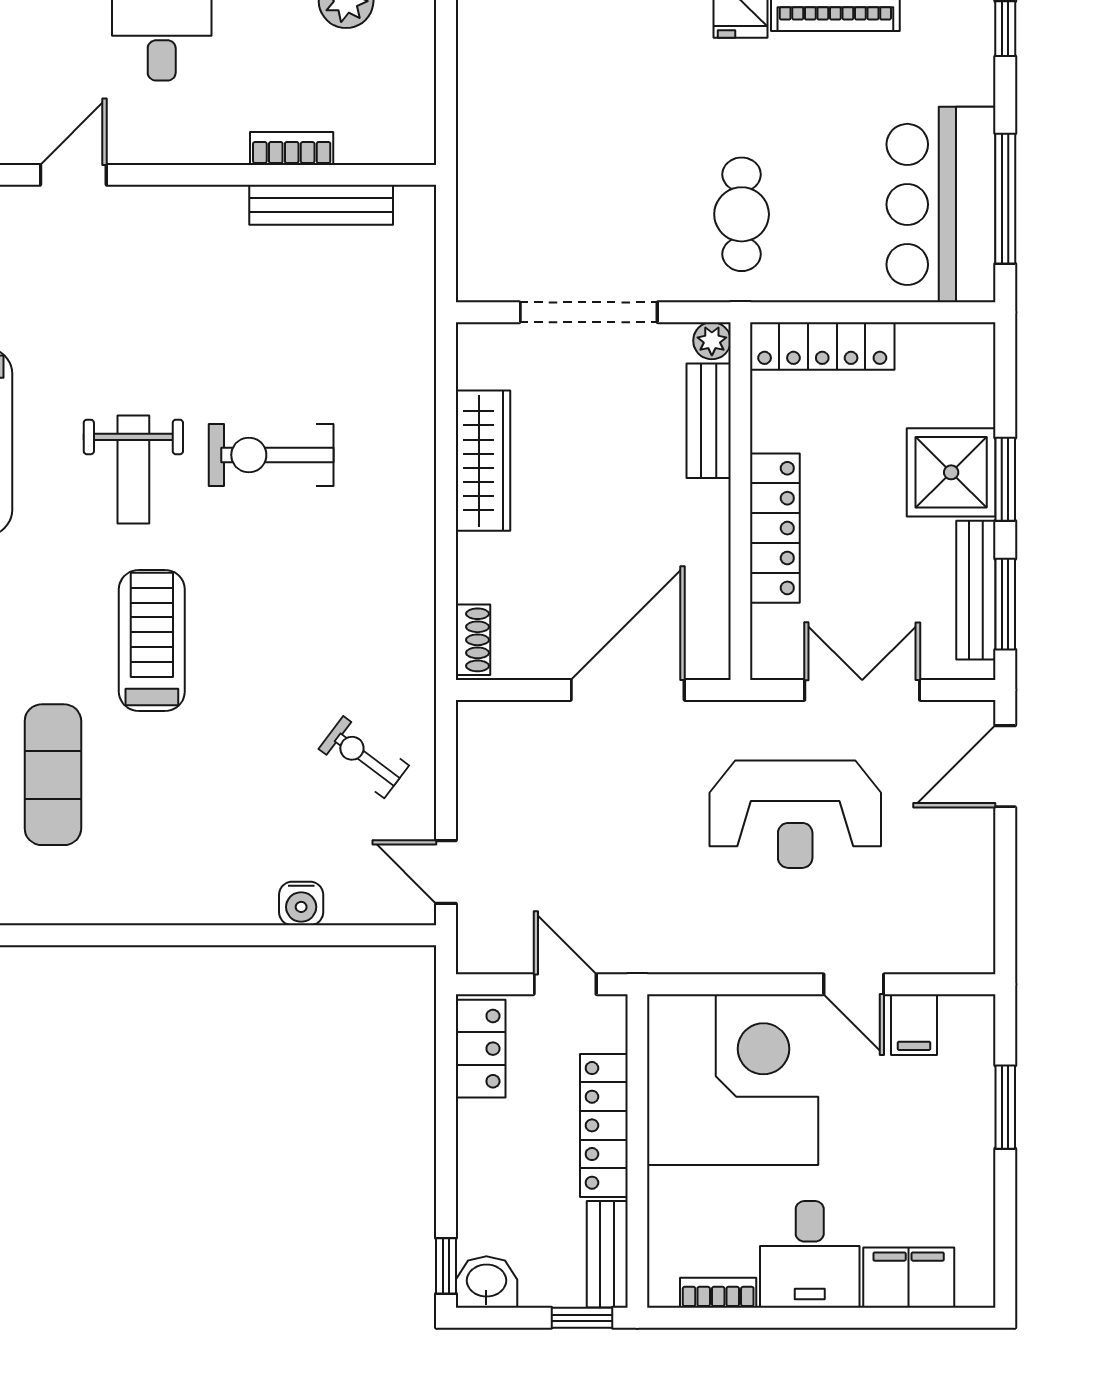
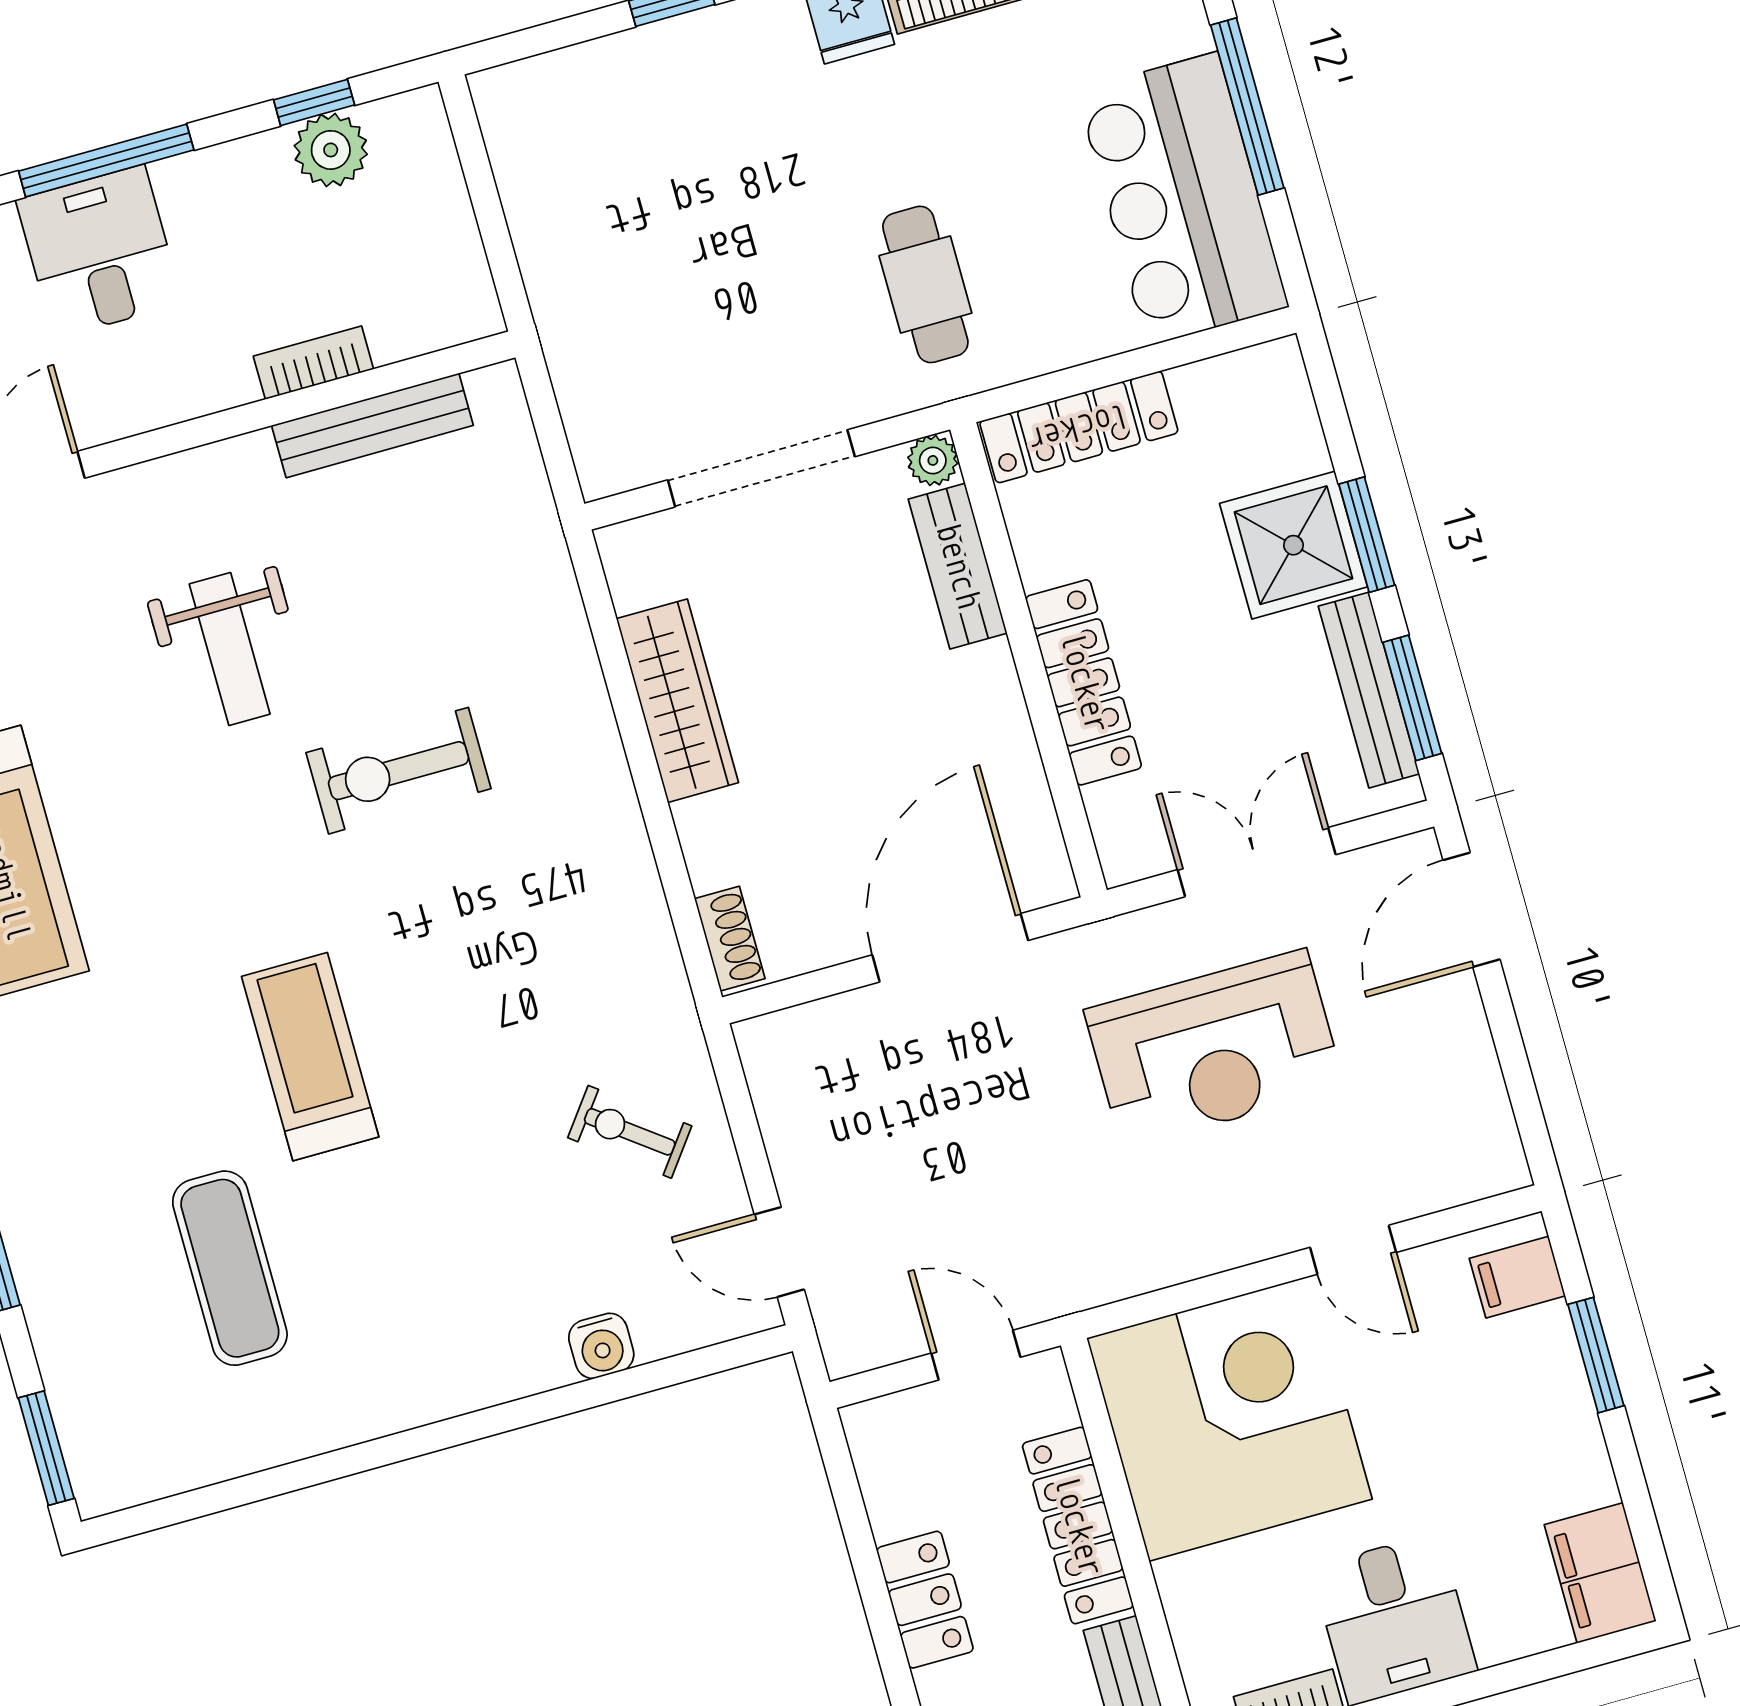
window: (1005, 199) -> (1247, 106), moved
weight bench: (133, 469) -> (230, 649), moved
filing cabinet: (914, 1025) -> (1517, 1277), moved, turned 90
locker: (481, 1049) -> (925, 1600), moved
filing cabinet: (909, 1278) -> (1600, 1573), moved, turned -90

